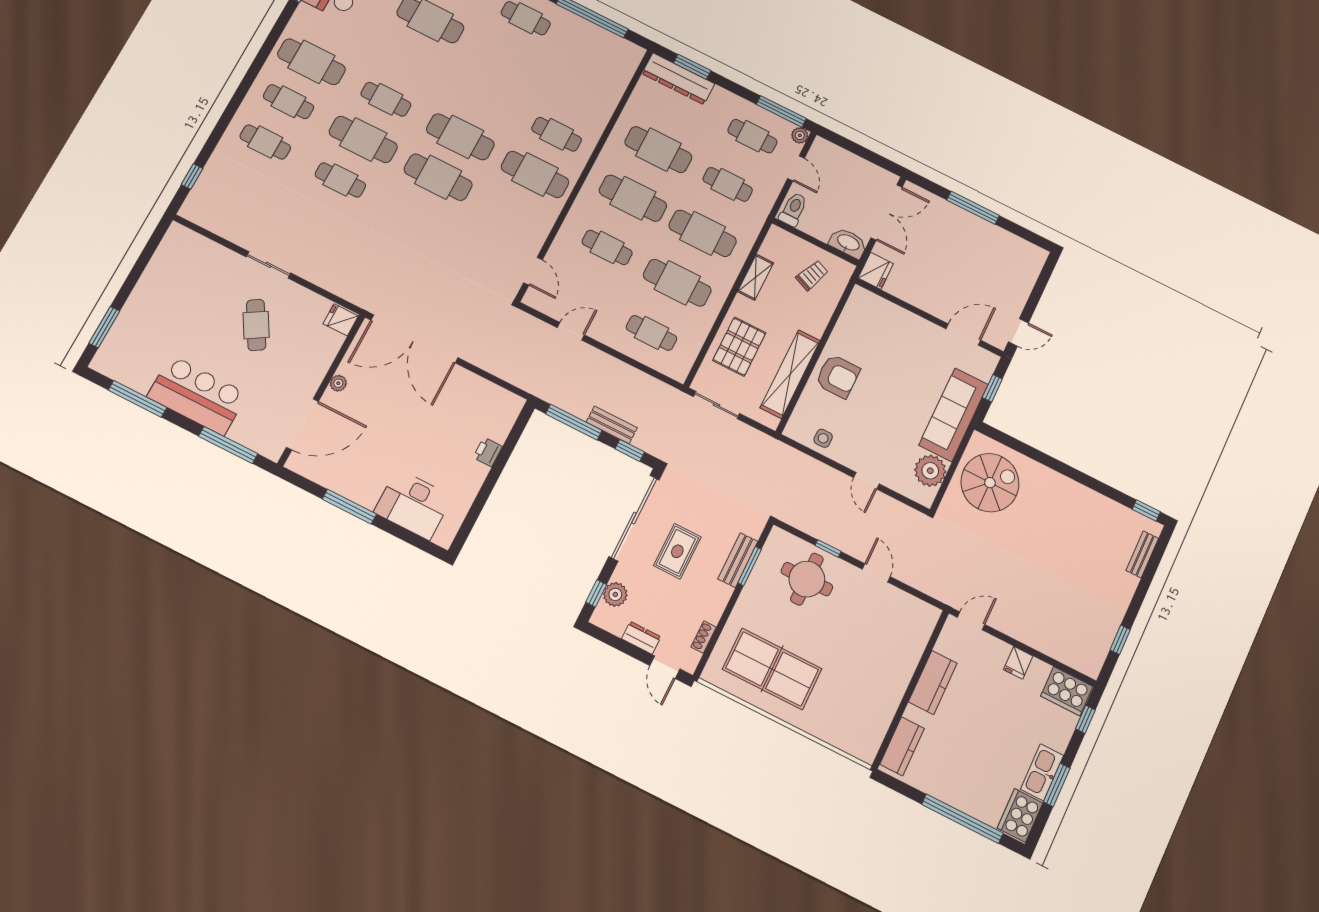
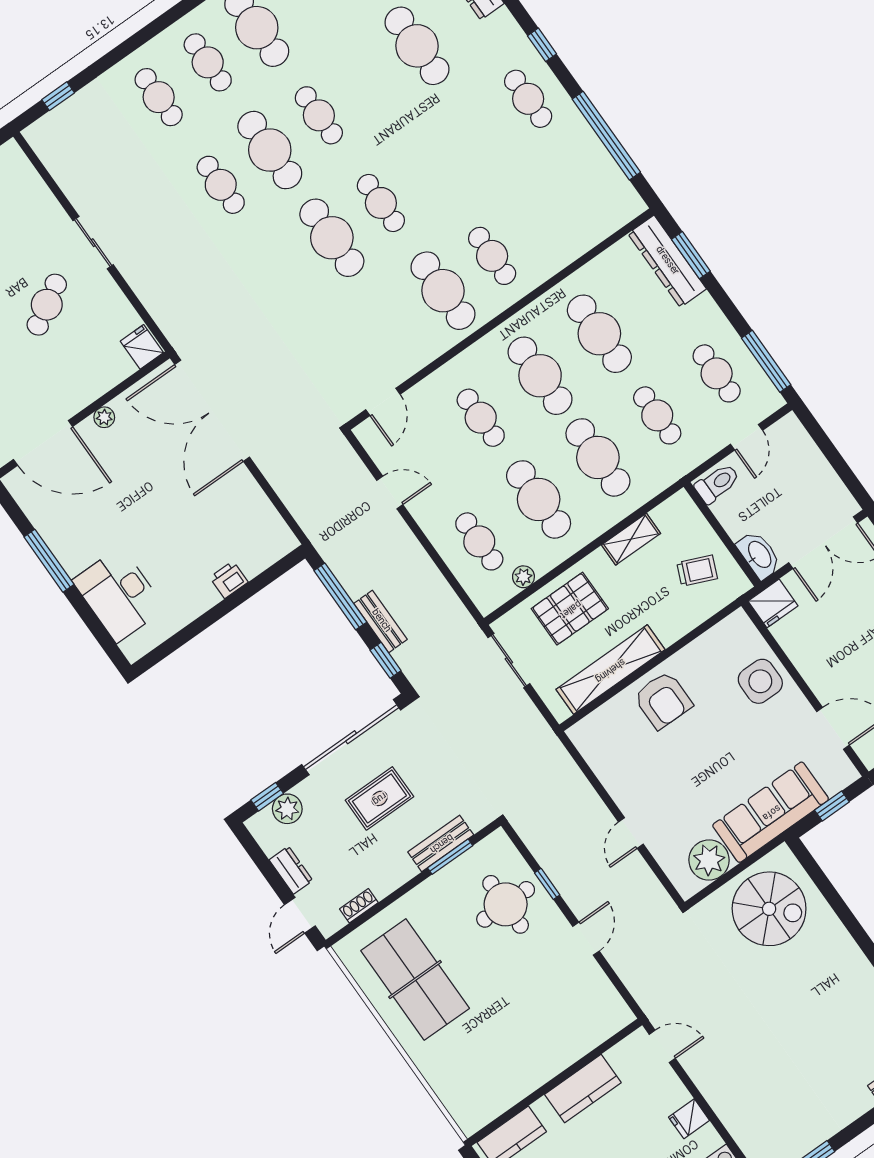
plant: (800, 135) -> (523, 577), moved
cafe table: (460, 137) -> (381, 203), width x0.73, depth x0.74
side table: (823, 438) -> (760, 681), moved, width x1.87, depth x1.87

